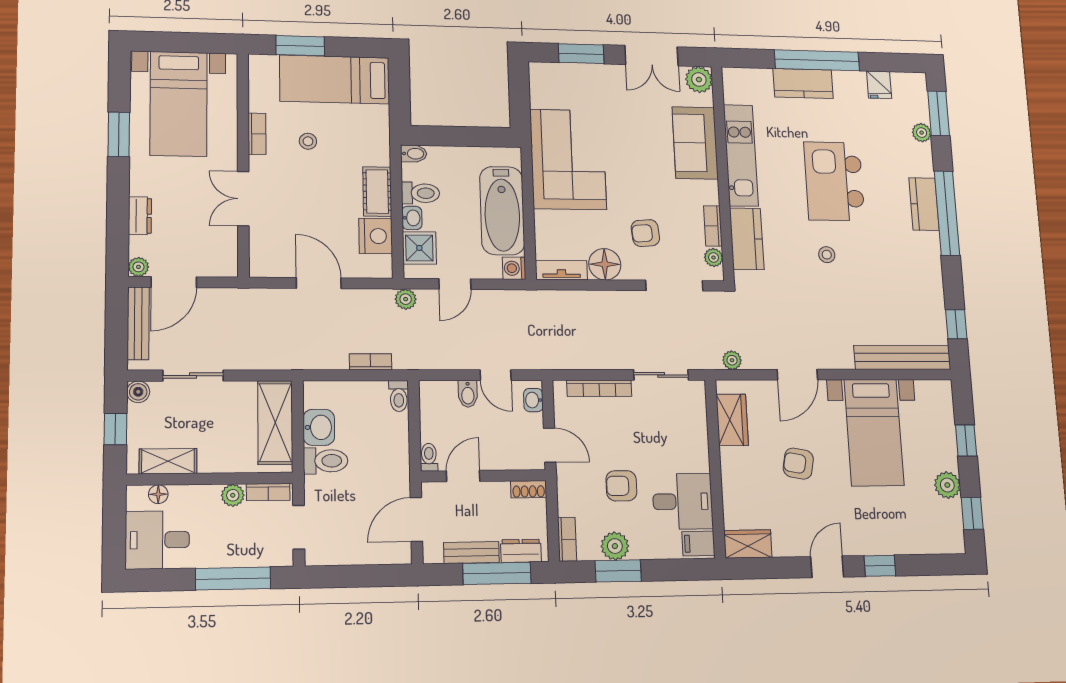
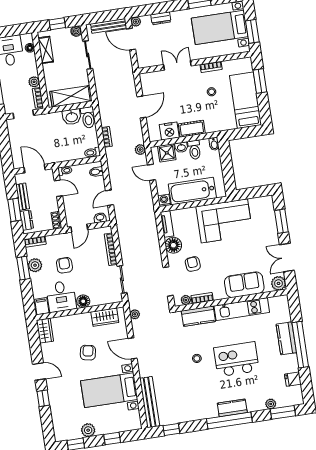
window: (197, 43) -> (252, 31), added
bidet: (468, 394) -> (96, 172), moved
floor lamp: (697, 458) -> (83, 301), added
toilet: (326, 461) -> (88, 117), moved
window: (497, 573) -> (14, 210), width x0.69

